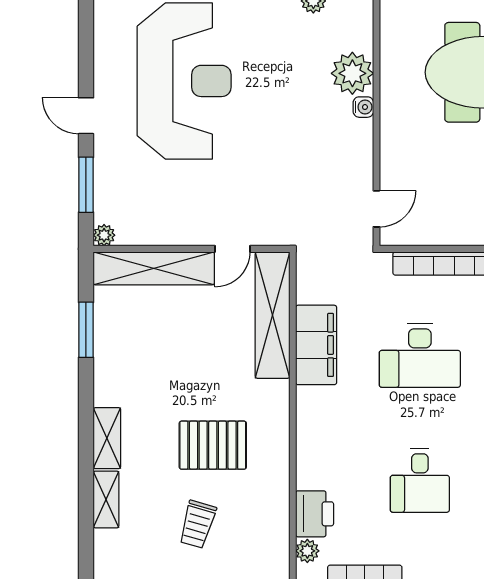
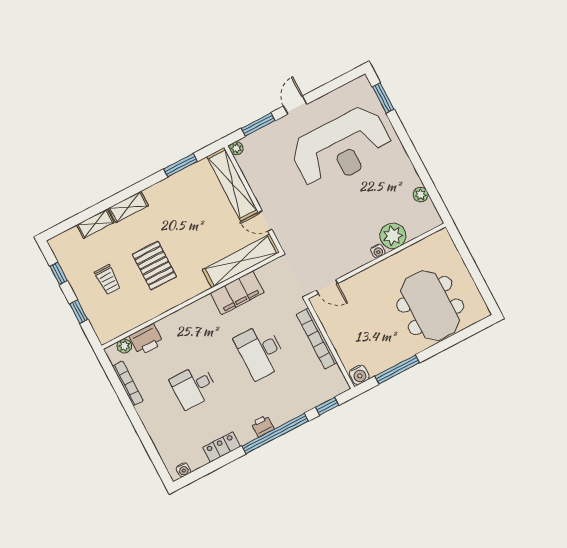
trolley: (197, 524) -> (108, 280), turned -106

